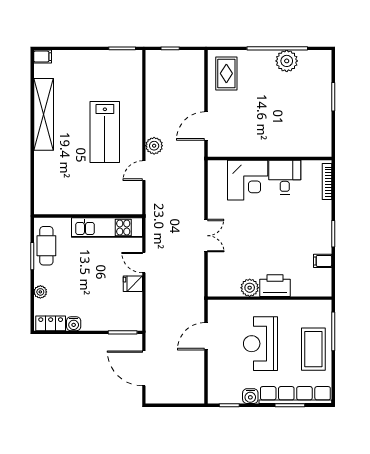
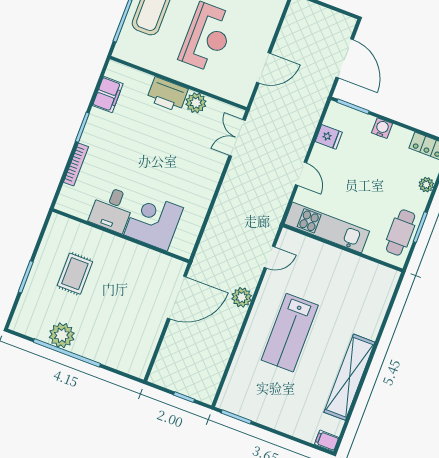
rug: (226, 73) -> (75, 274), moved
door: (206, 126) -> (177, 297), width x1.36
lab bench: (105, 132) -> (290, 333), turned 180
door: (144, 171) -> (270, 257), moved
bookcase: (327, 182) -> (76, 165), moved
double door: (206, 236) -> (237, 138), moved
filing cabinet: (323, 261) -> (108, 95), width x2.00
fridge: (133, 284) -> (329, 137), moved
water cooler: (74, 324) -> (382, 128), moved

